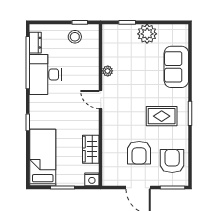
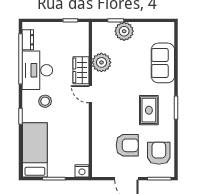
plant: (147, 34) -> (124, 31), moved
stool: (75, 37) -> (45, 101), moved
plant: (108, 71) -> (101, 62), width x1.88, depth x1.88
rug: (162, 116) -> (149, 110), turned 90
wardrobe: (91, 149) -> (81, 70), moved
armchair: (139, 153) -> (127, 145), turned -90

